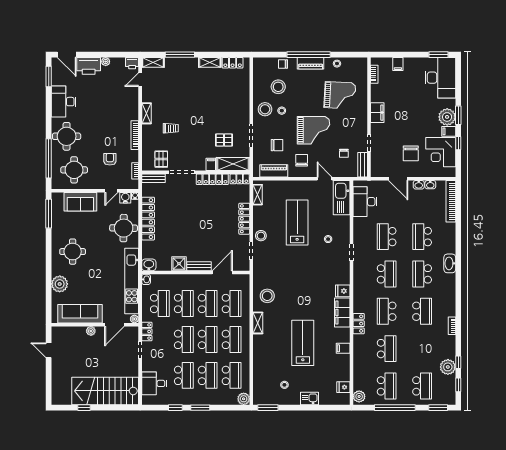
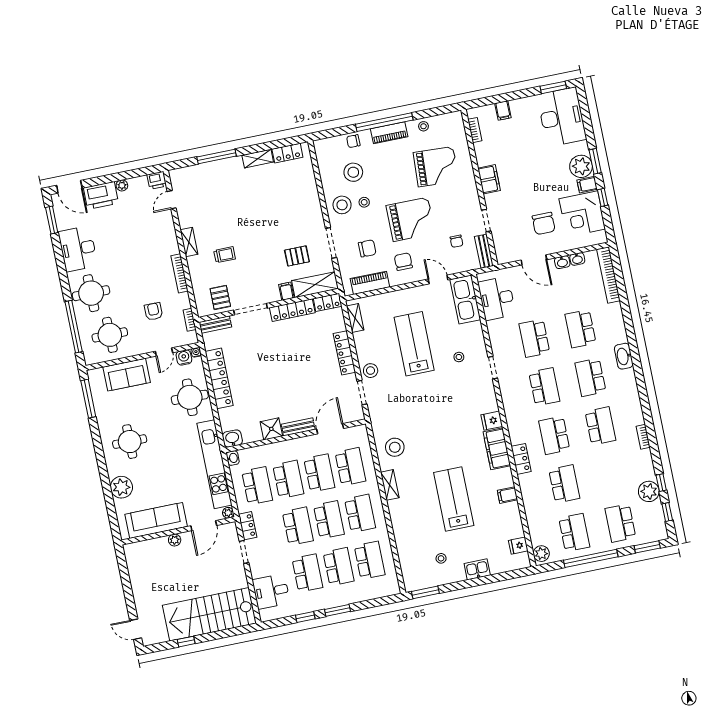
shelving: (153, 62) -> (184, 174), removed
door: (49, 350) -> (136, 629), moved
school desk: (422, 386) -> (620, 523), turned 180
plant: (244, 399) -> (392, 587), removed

